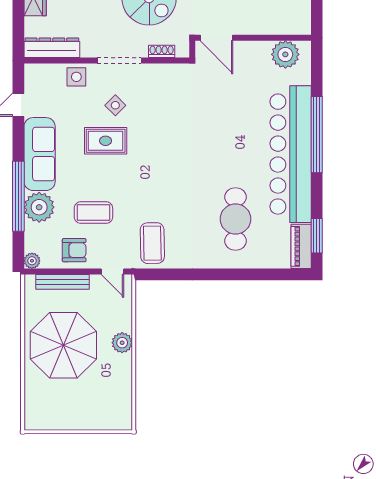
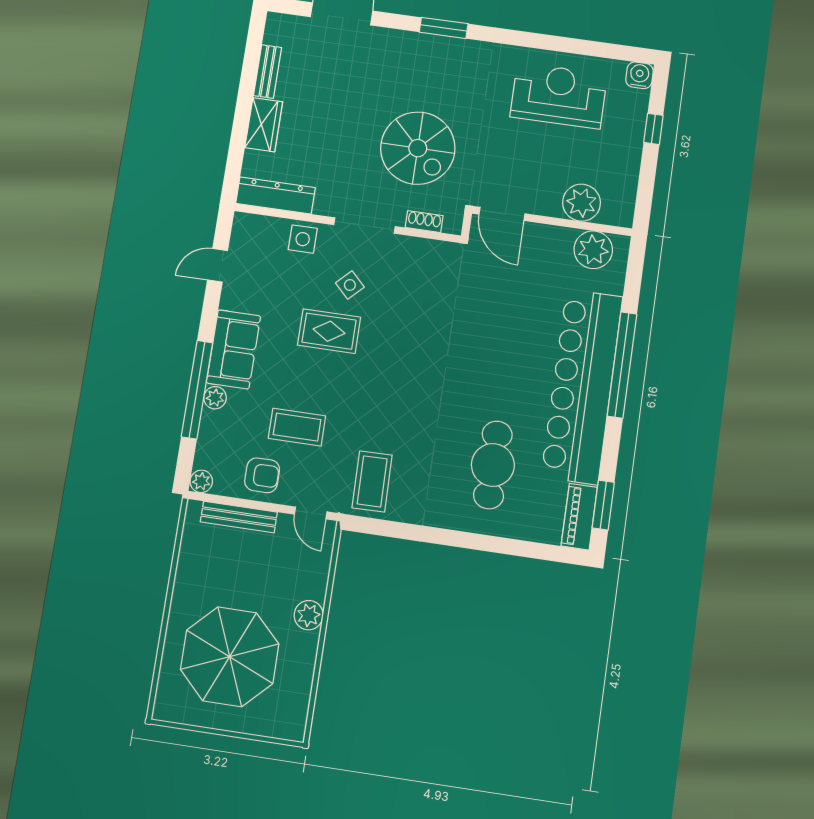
plant: (272, 21) -> (581, 203), added
sofa: (40, 154) -> (233, 349), width x0.73
plant: (39, 207) -> (215, 398), width x0.53, depth x0.53
parasol: (63, 345) -> (230, 657), moved

